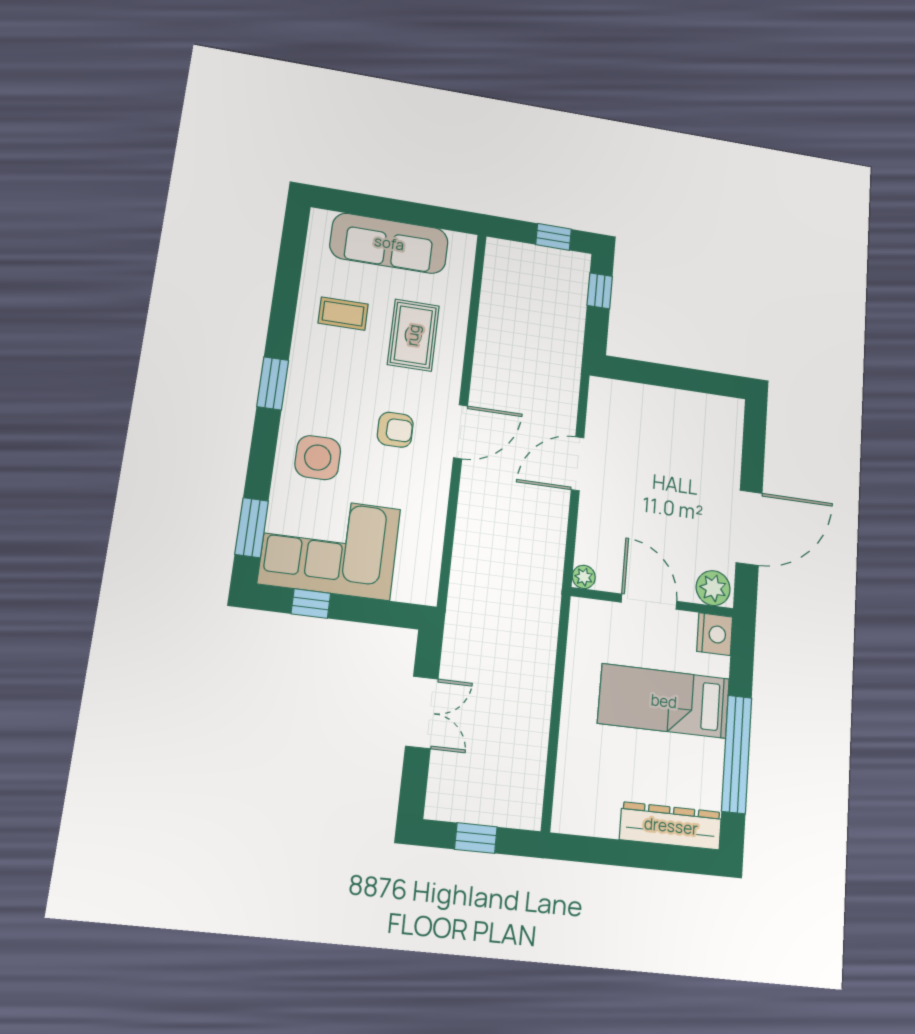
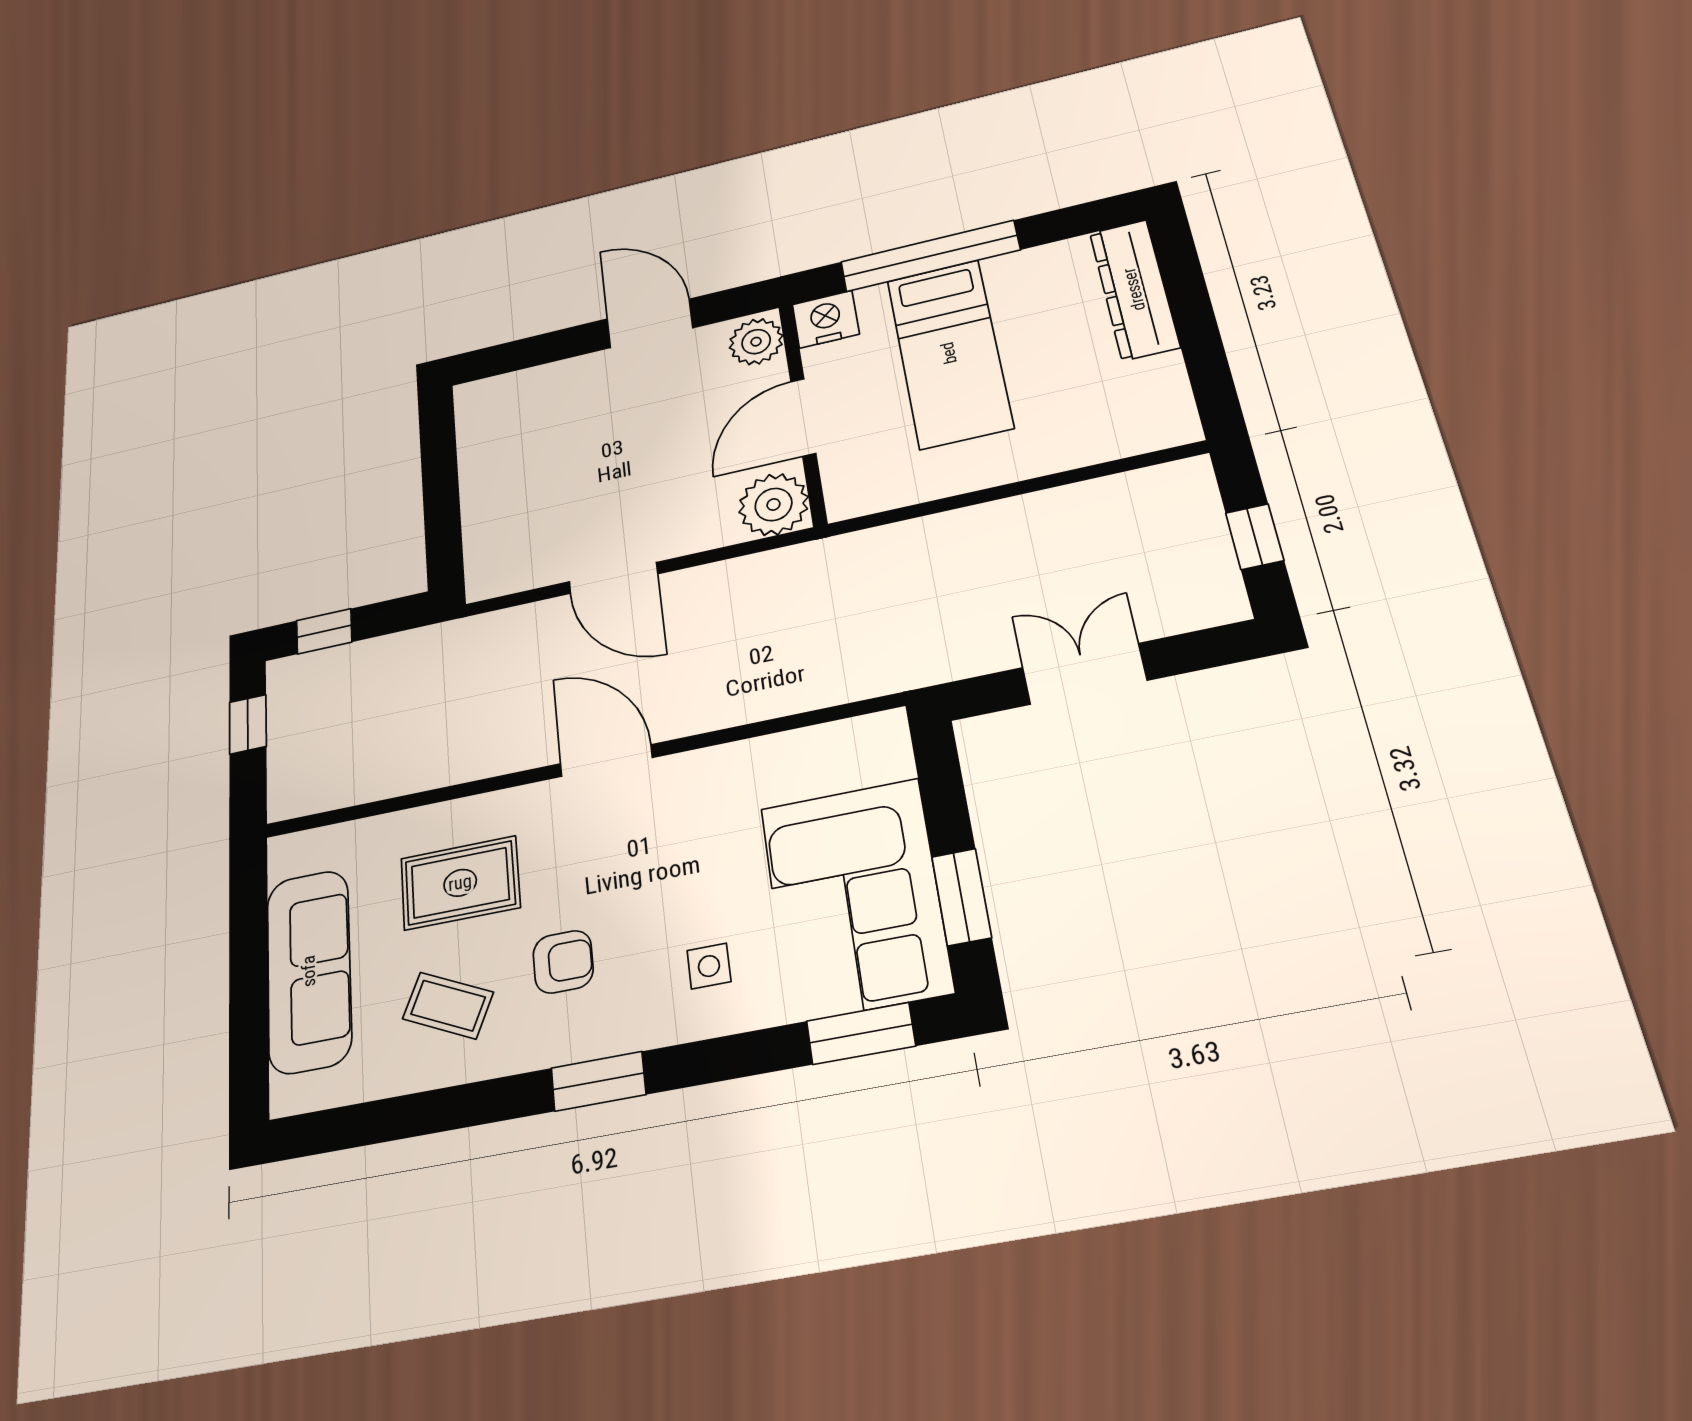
coffee table: (343, 314) -> (448, 1006), turned -65
armchair: (395, 430) -> (563, 962), moved, turned 90
side table: (318, 458) -> (709, 966), width x0.54, depth x0.54
door: (749, 528) -> (650, 323), width x0.73
plant: (584, 577) -> (774, 505), width x1.87, depth x1.87
window: (311, 603) -> (961, 897), width x1.50
window: (737, 754) -> (930, 256), moved

